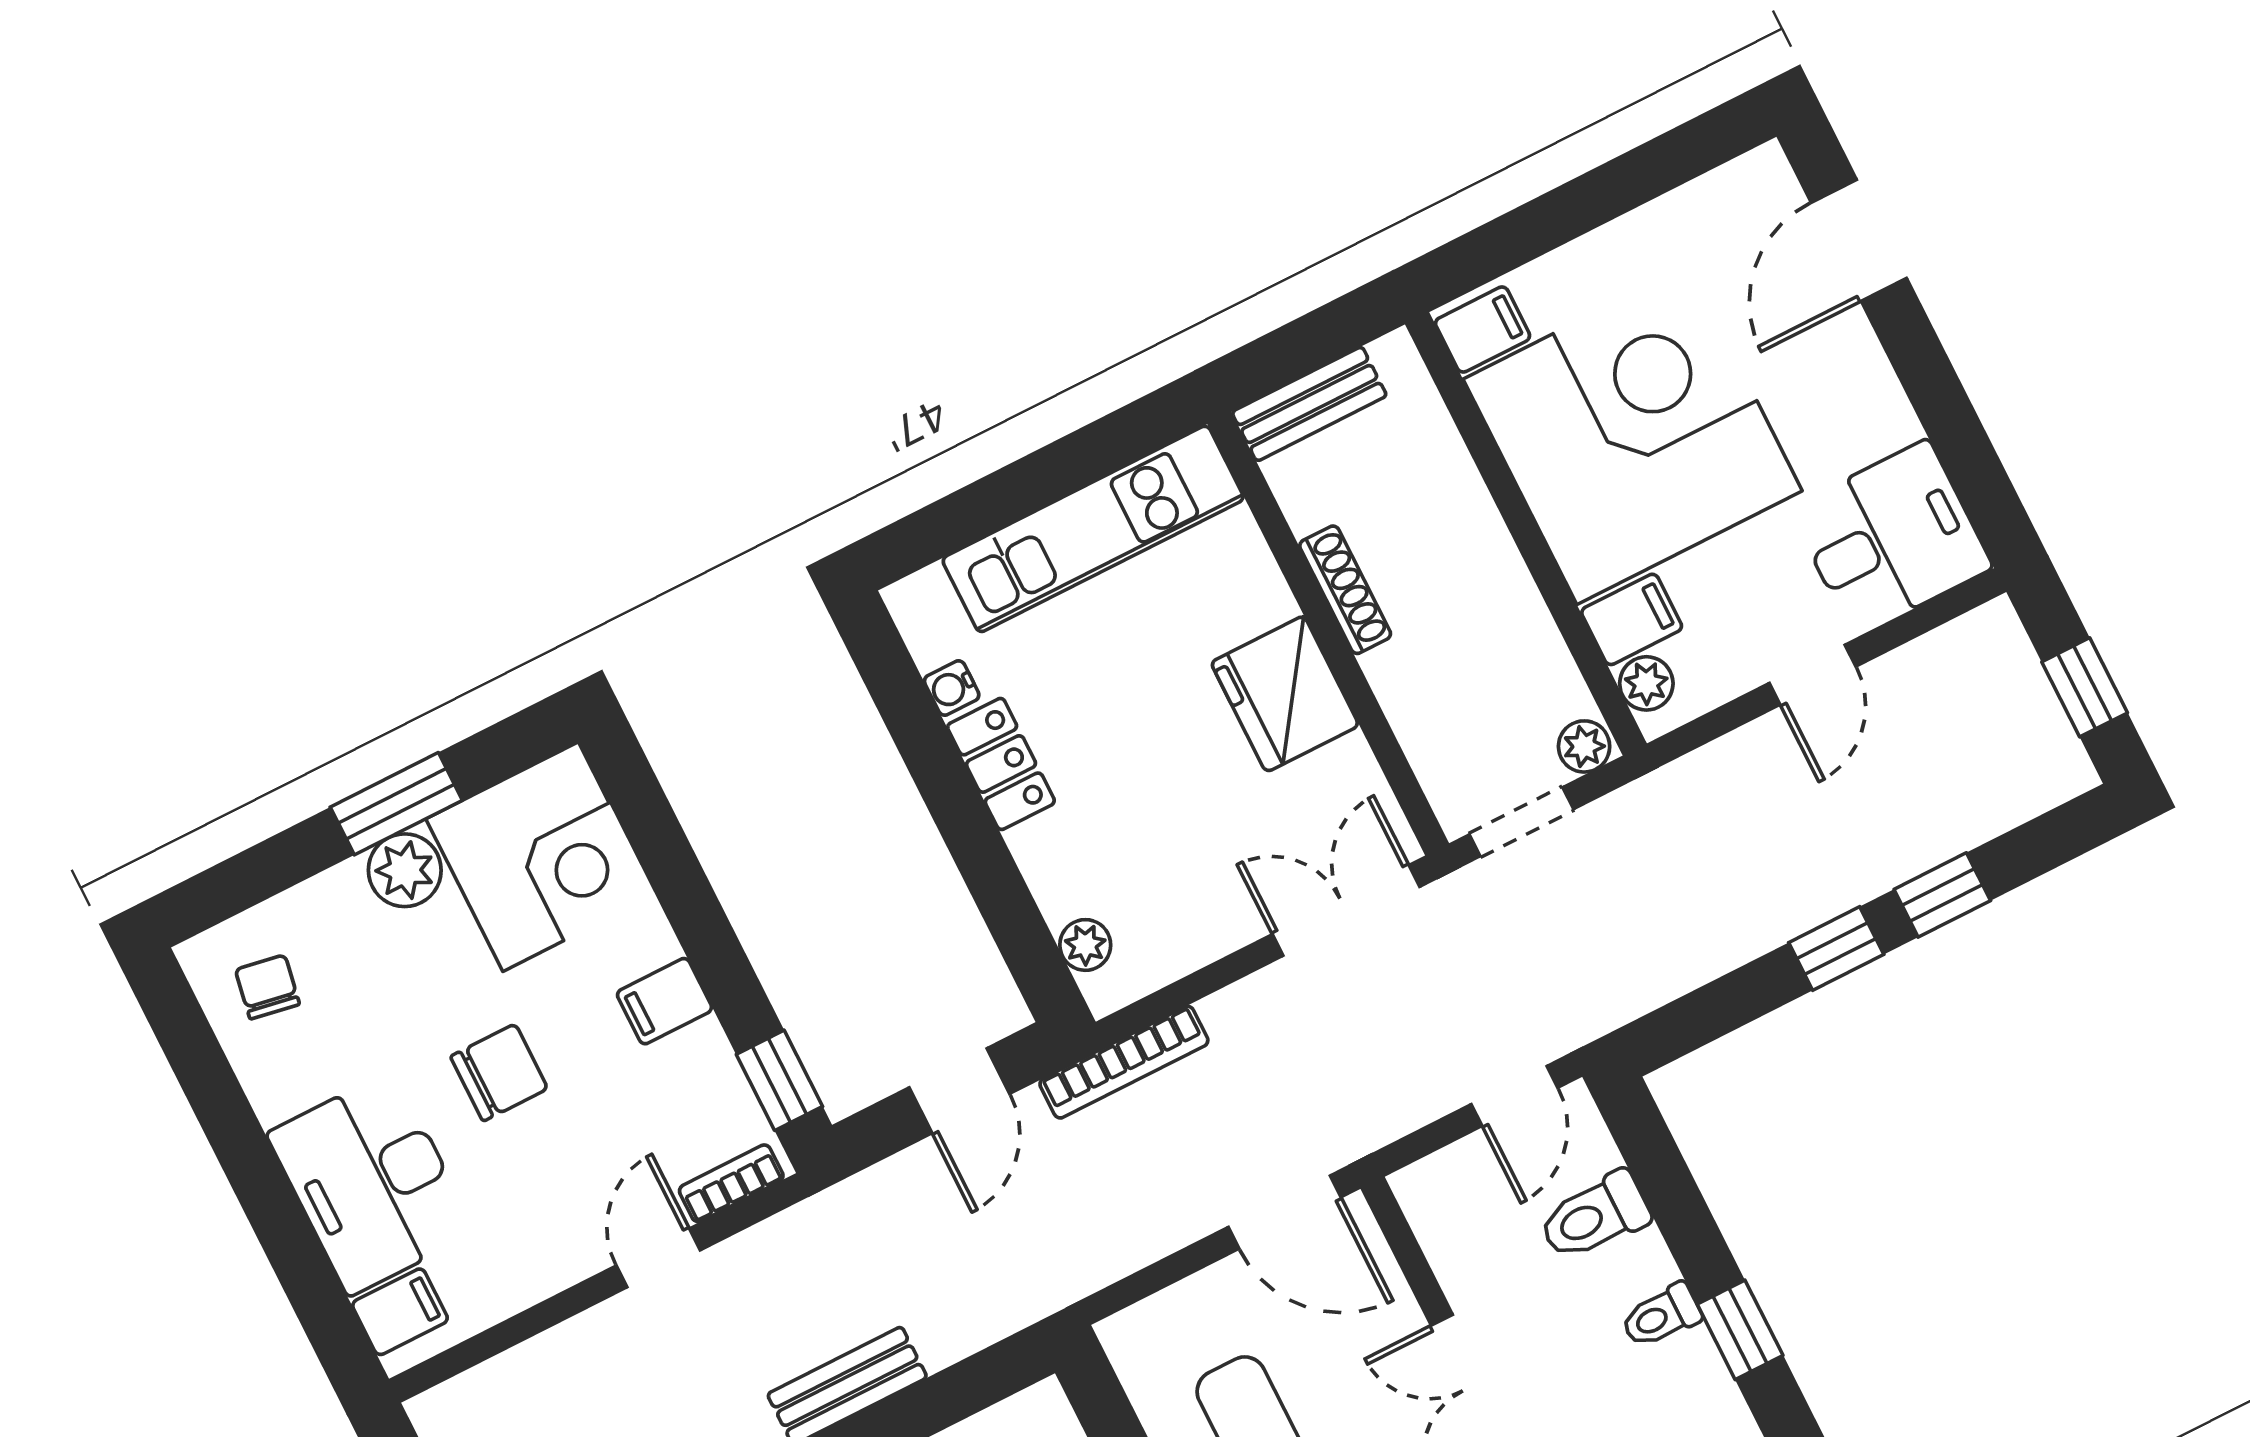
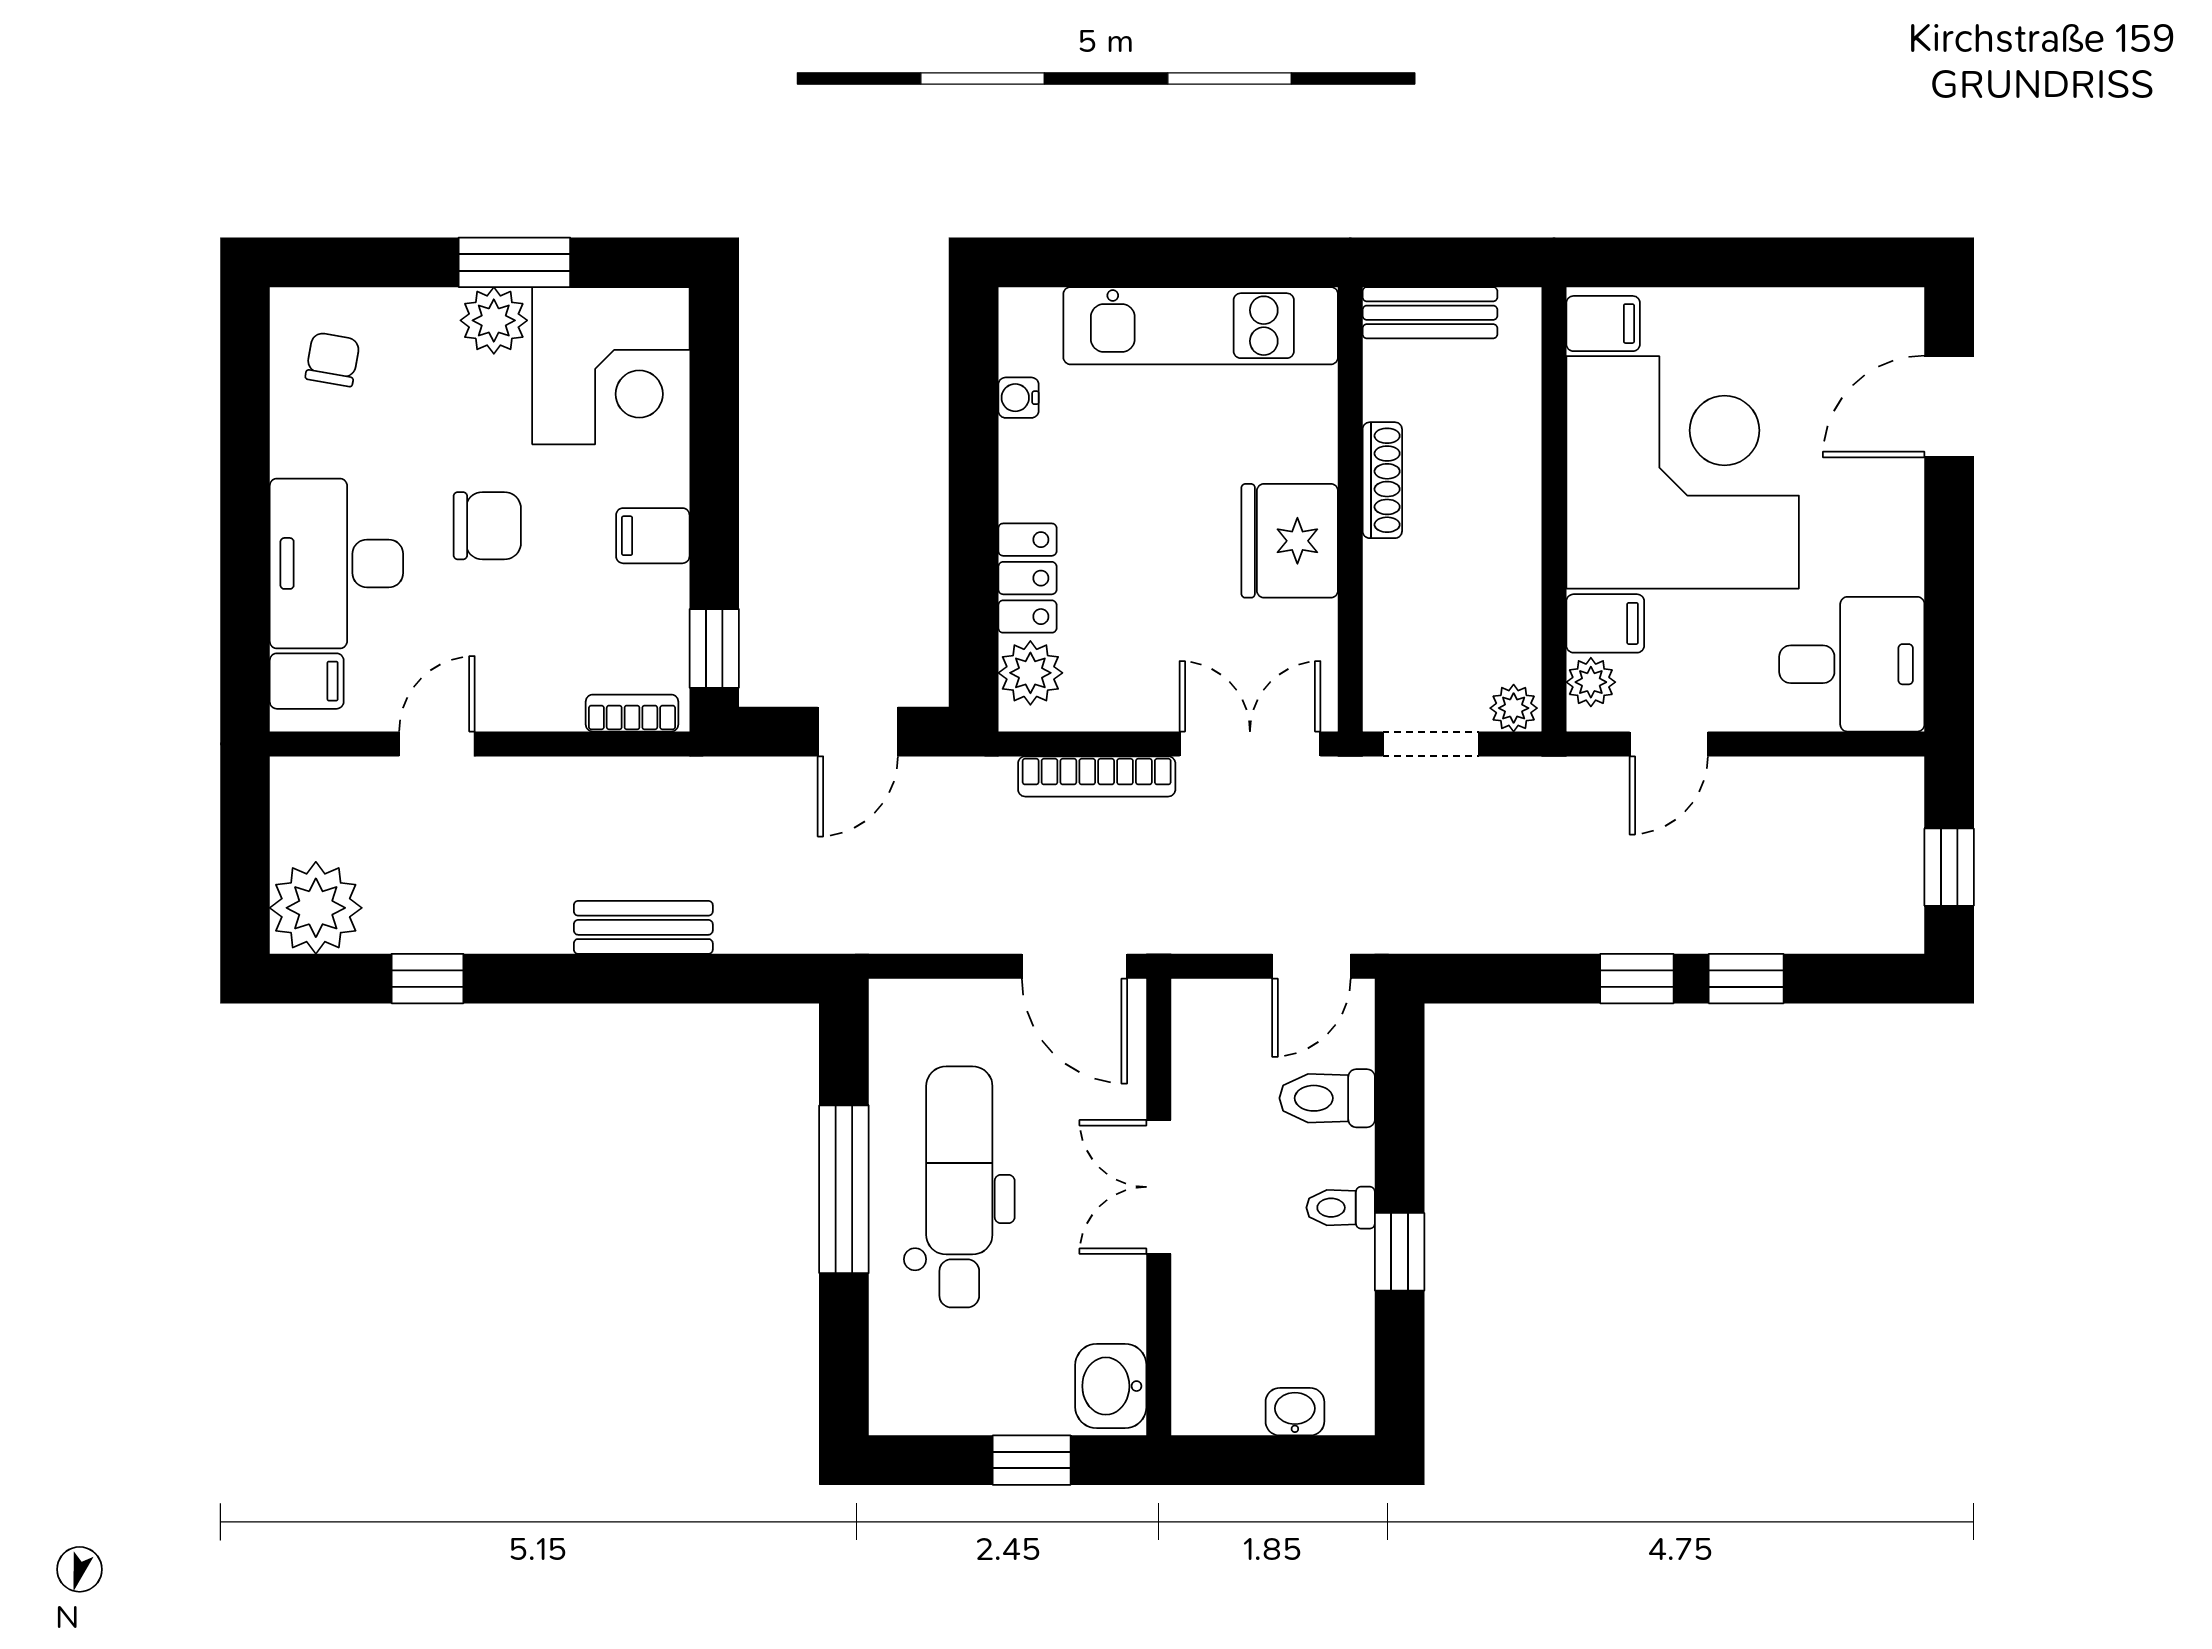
door: (1813, 675) -> (1669, 744), moved
locker: (1001, 764) -> (1027, 578), moved
plant: (1085, 945) -> (1030, 673), width x1.38, depth x1.38
bookcase: (1124, 1062) -> (1097, 776), moved
door: (658, 1258) -> (437, 744), moved

